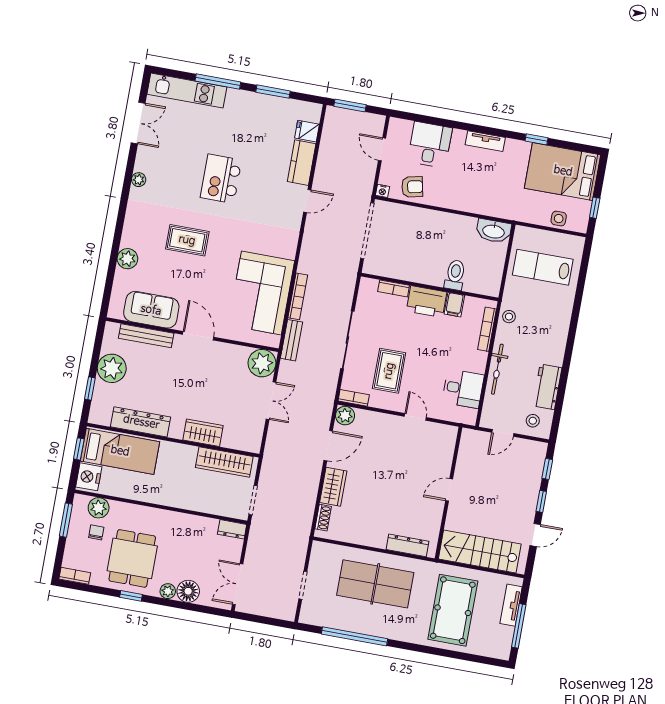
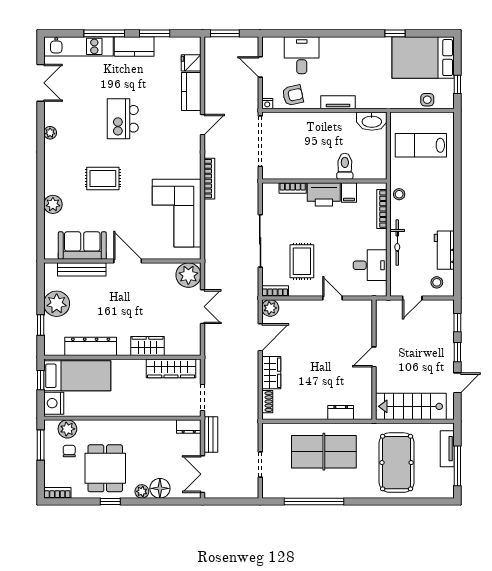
kitchen counter: (248, 102) -> (134, 47), added
tv unit: (485, 141) -> (338, 102), moved, turned 180
bookcase: (298, 296) -> (209, 179), moved
bench: (292, 340) -> (211, 435), moved
dresser: (407, 545) -> (341, 413), width x0.70

